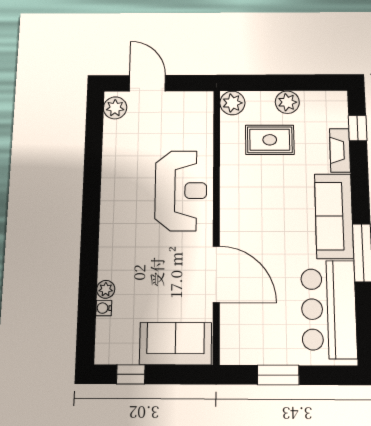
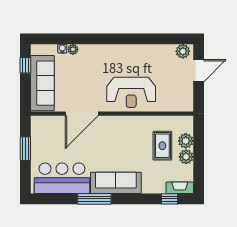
plant: (232, 103) -> (186, 141), moved
fireplace: (340, 150) -> (180, 188), moved
sofa: (176, 344) -> (42, 83), width x1.36

